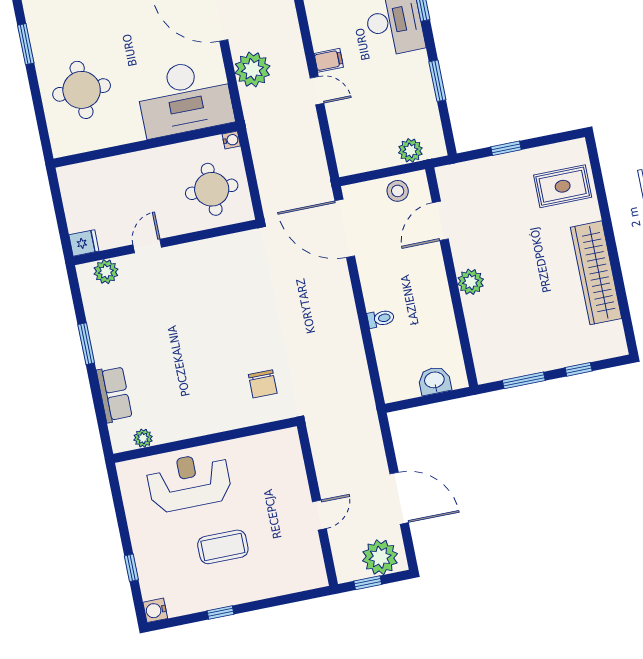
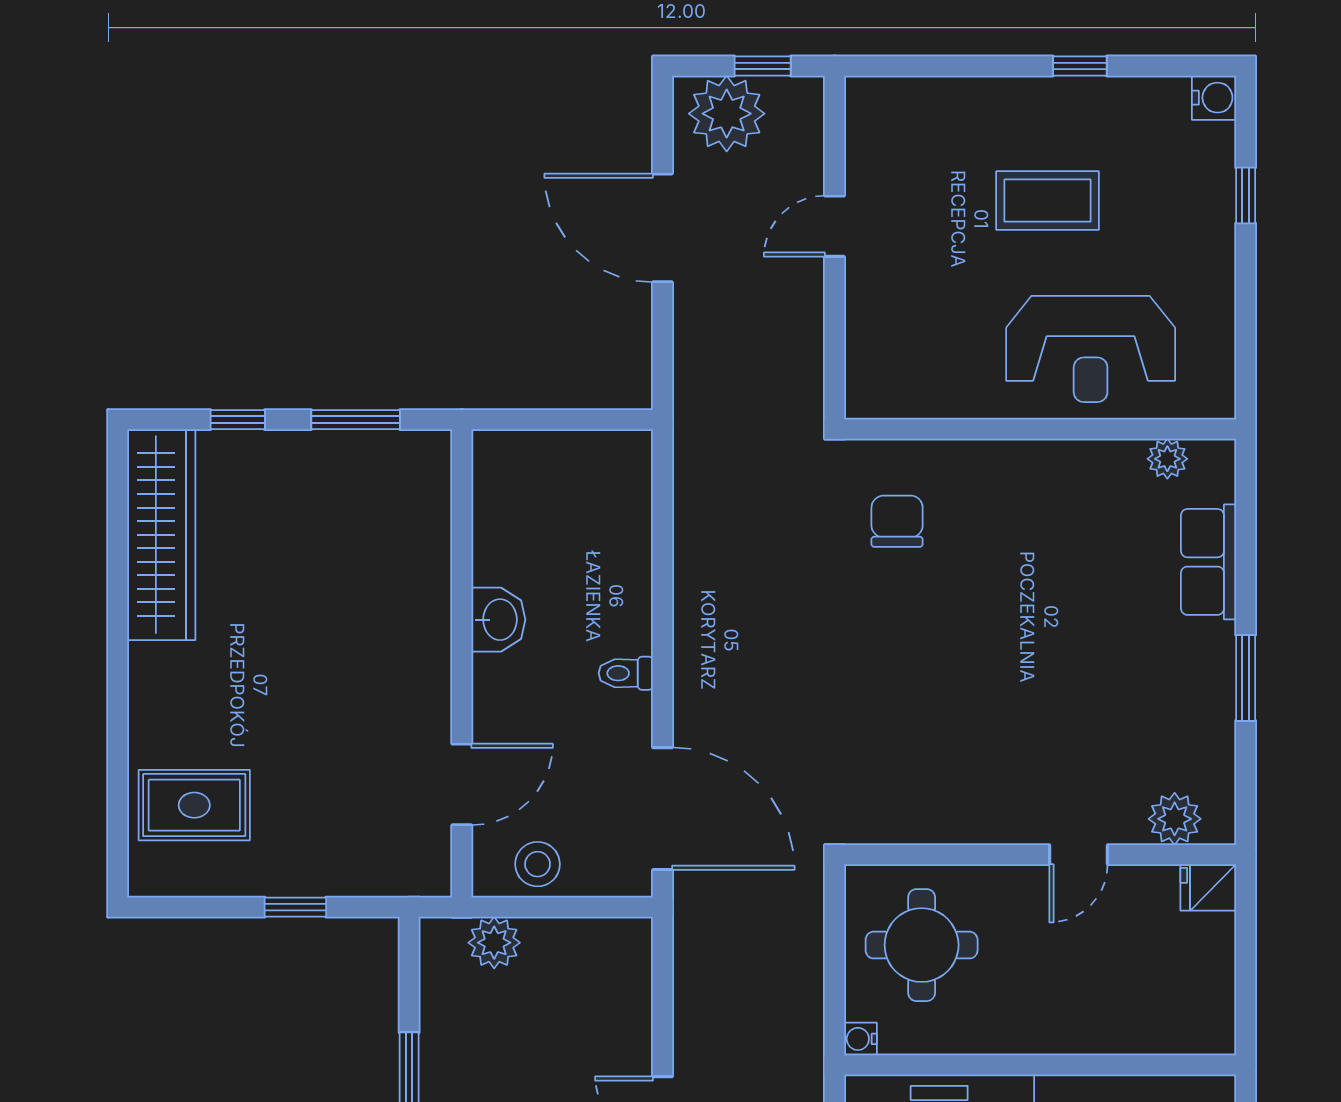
wardrobe: (596, 273) -> (161, 535), moved
plant: (471, 282) -> (424, 646), removed
toilet: (381, 319) -> (626, 673), moved
washbasin: (435, 381) -> (498, 620), moved, turned -90

